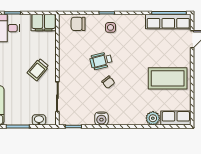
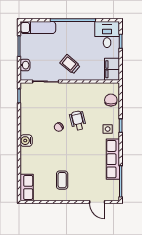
row of seats: (168, 22) -> (113, 159), moved
coffee table: (168, 78) -> (62, 180), width x0.54, depth x0.58
plant: (153, 118) -> (26, 167), removed
water cooler: (101, 119) -> (26, 141), moved

